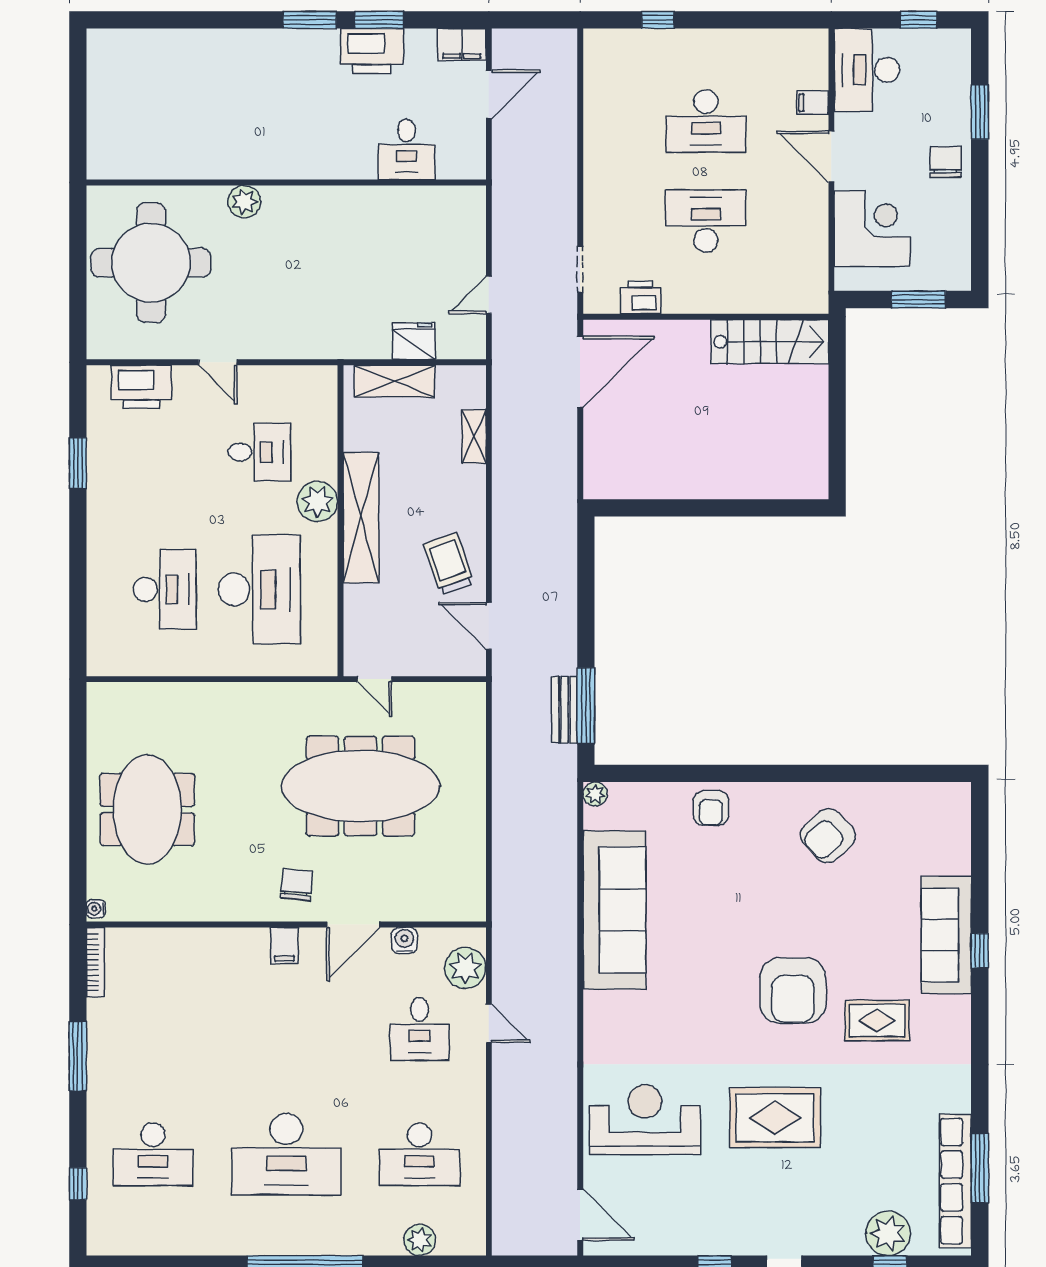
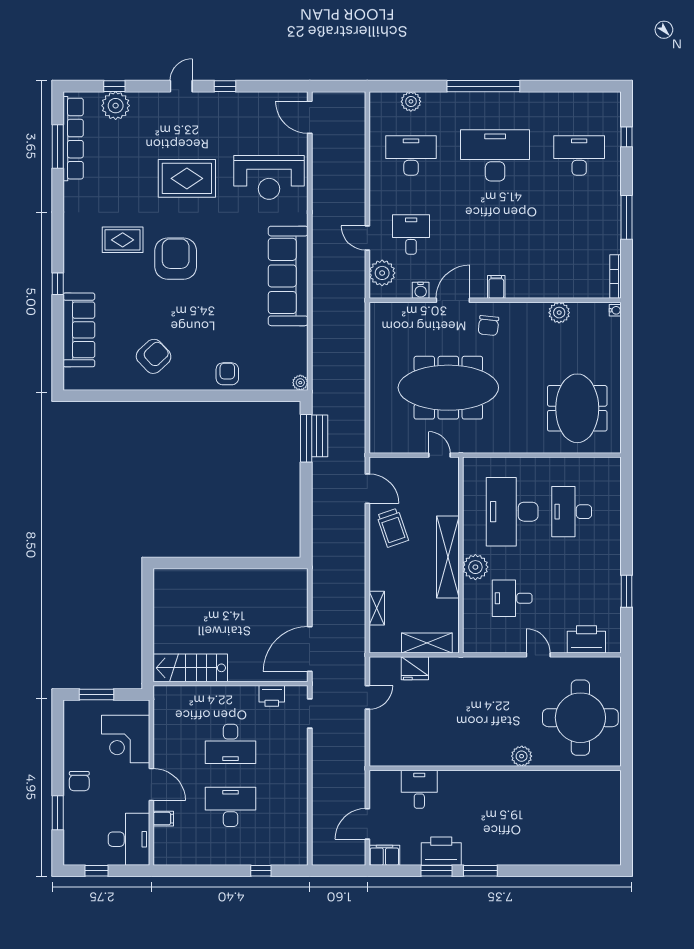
meeting table: (147, 809) -> (577, 408), moved
plant: (185, 905) -> (559, 313), added
sofa: (614, 910) -> (288, 276), moved
sofa: (946, 935) -> (79, 330), moved

